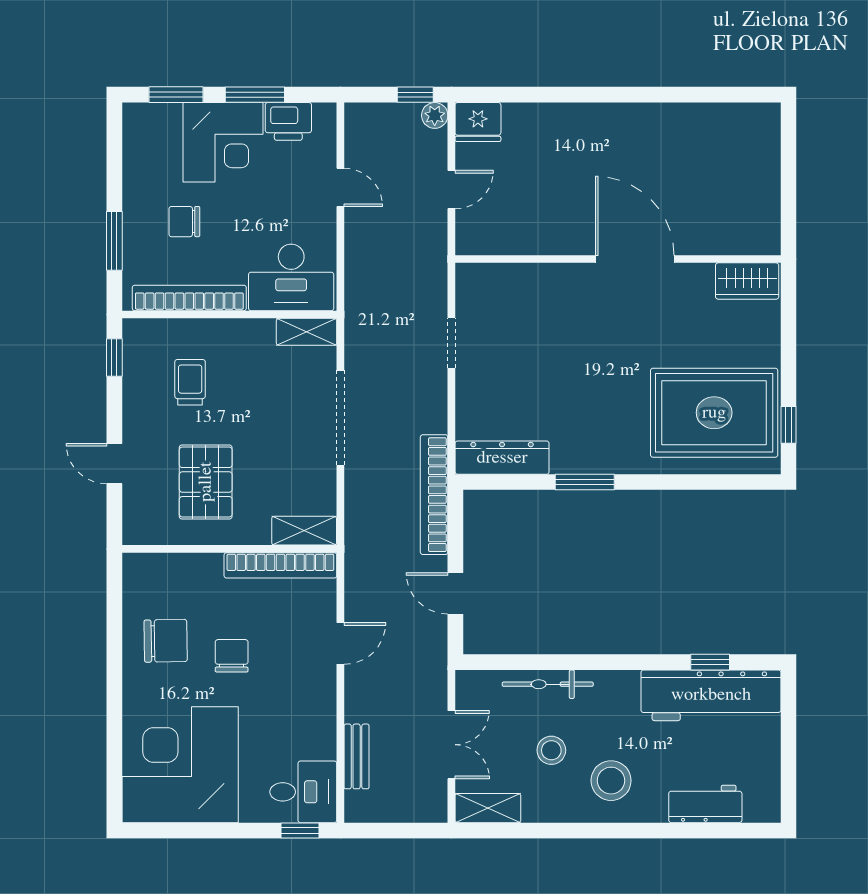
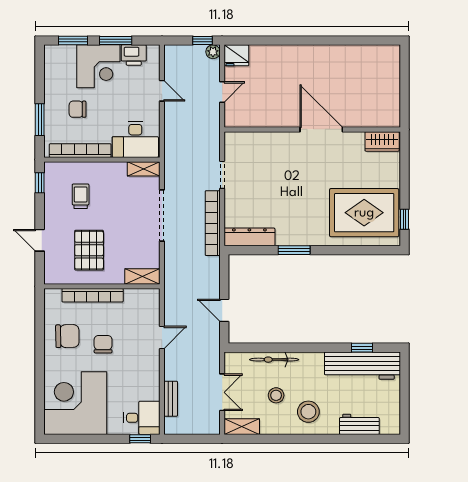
bookcase: (434, 495) -> (213, 223), moved
bookcase: (280, 565) -> (93, 295), moved

